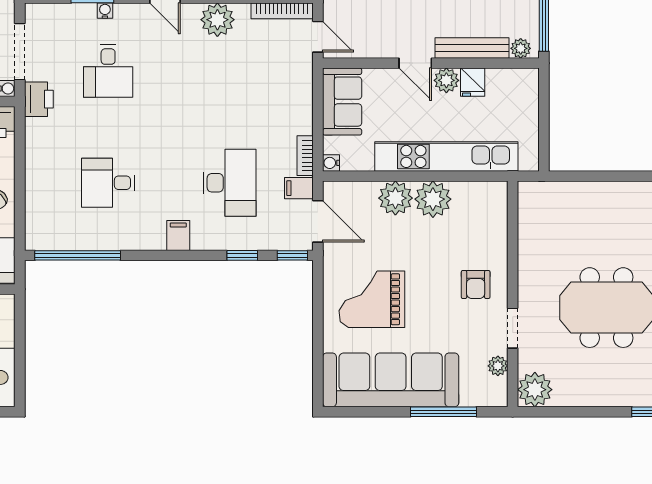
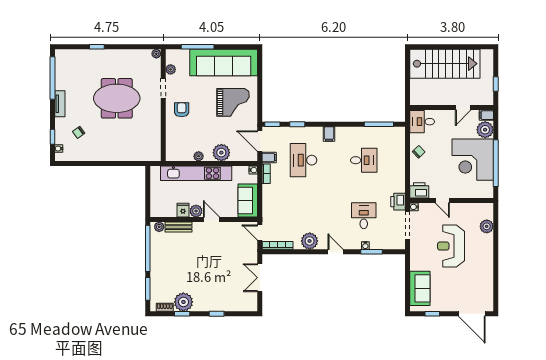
bench: (472, 48) -> (179, 227), width x0.73
plant: (433, 199) -> (199, 156), width x0.53, depth x0.53
window: (78, 255) -> (379, 124), width x0.68
plant: (535, 390) -> (156, 54), width x0.53, depth x0.53

